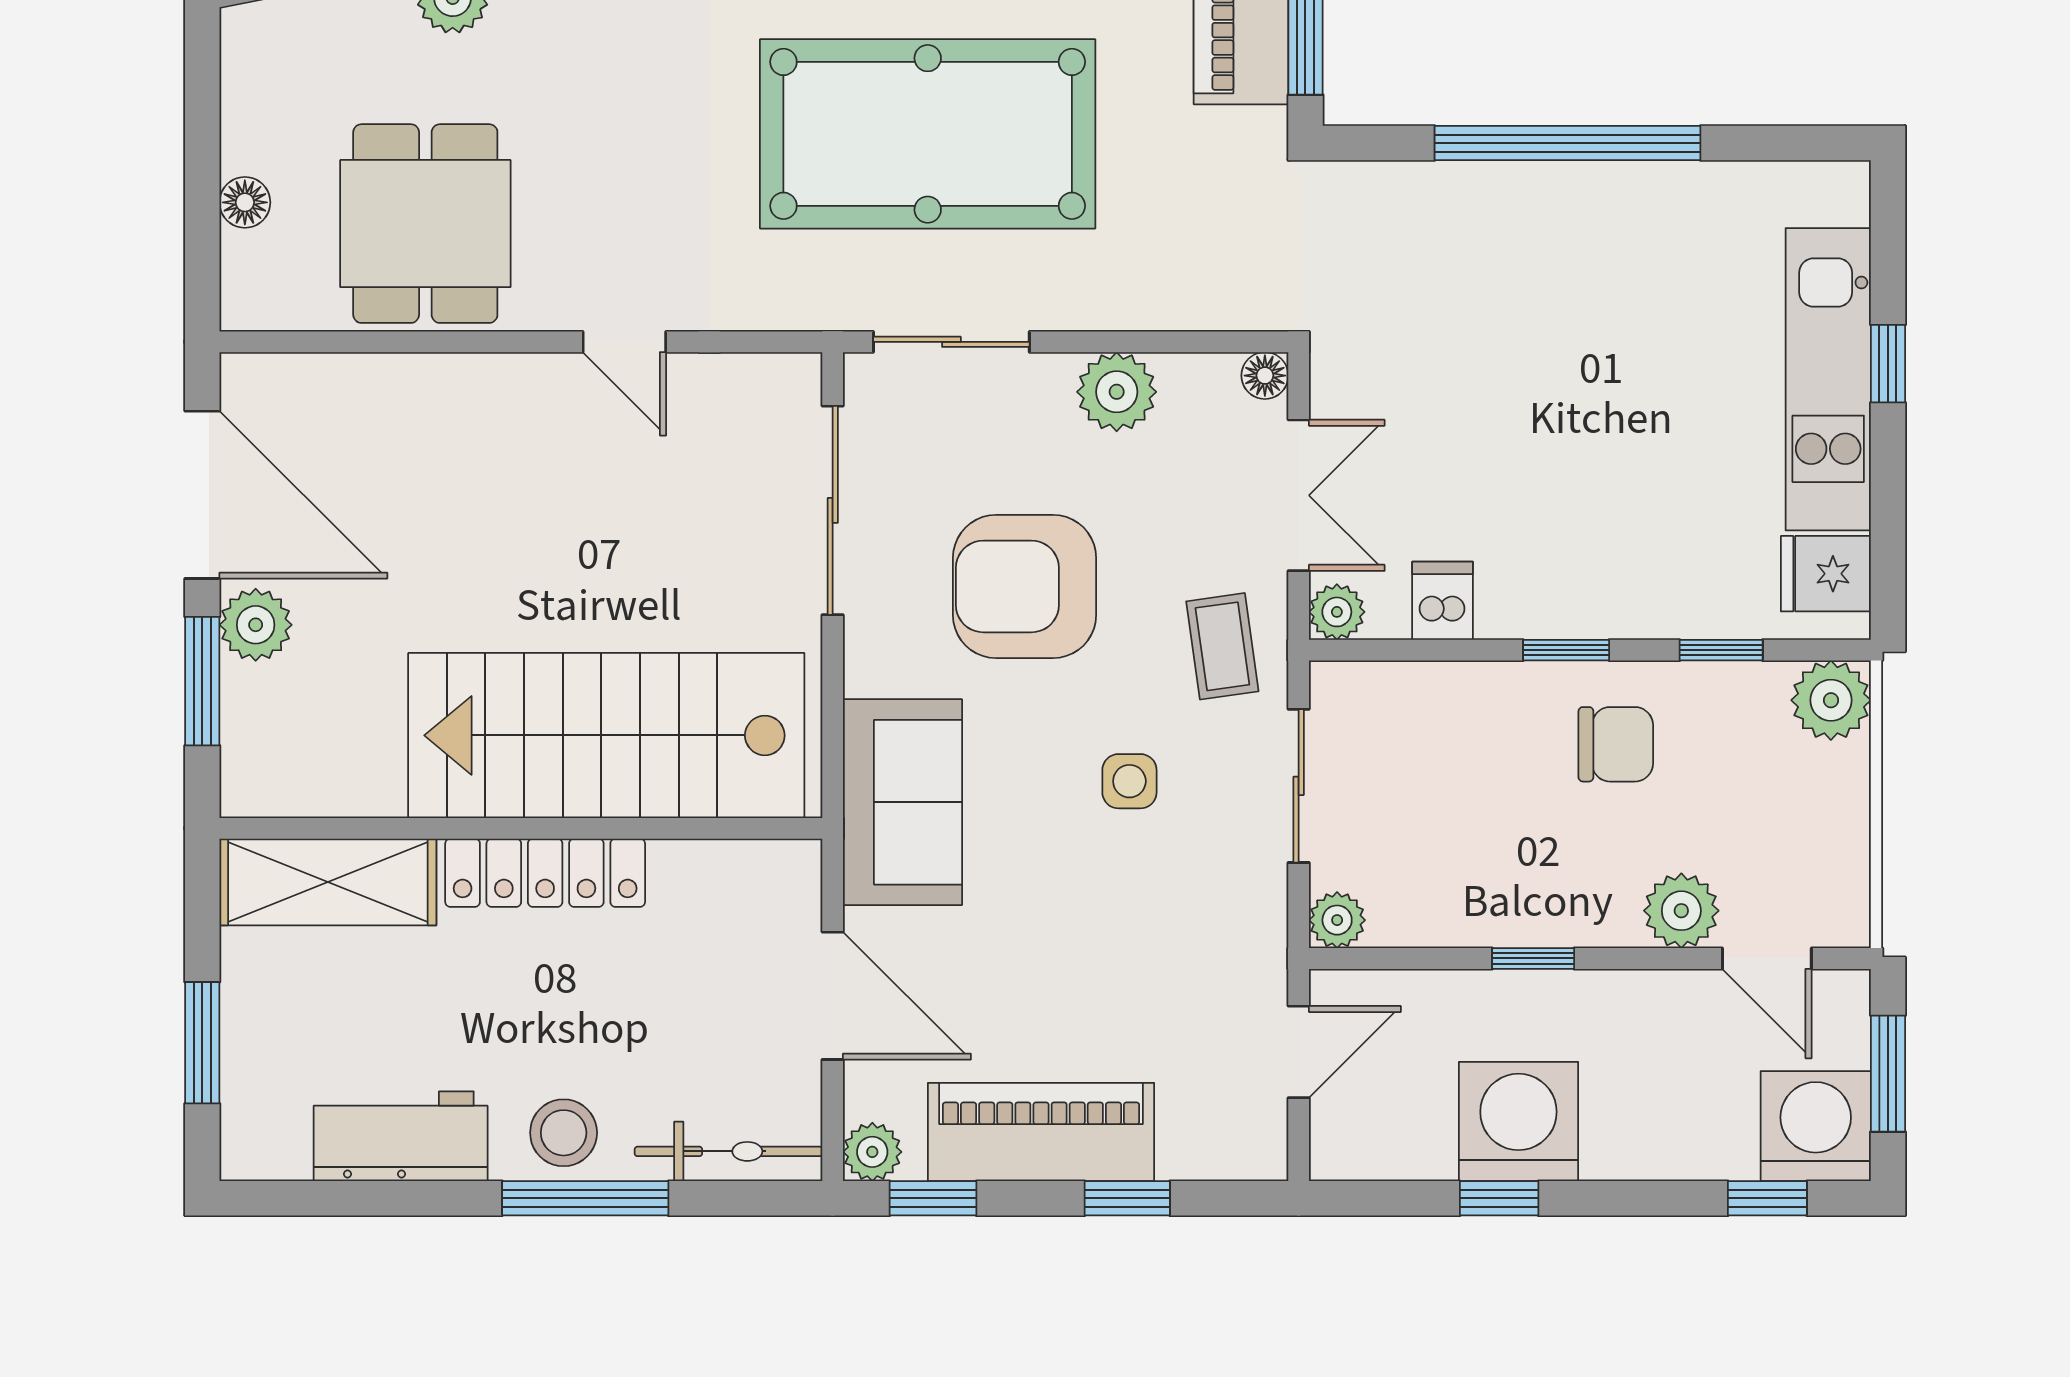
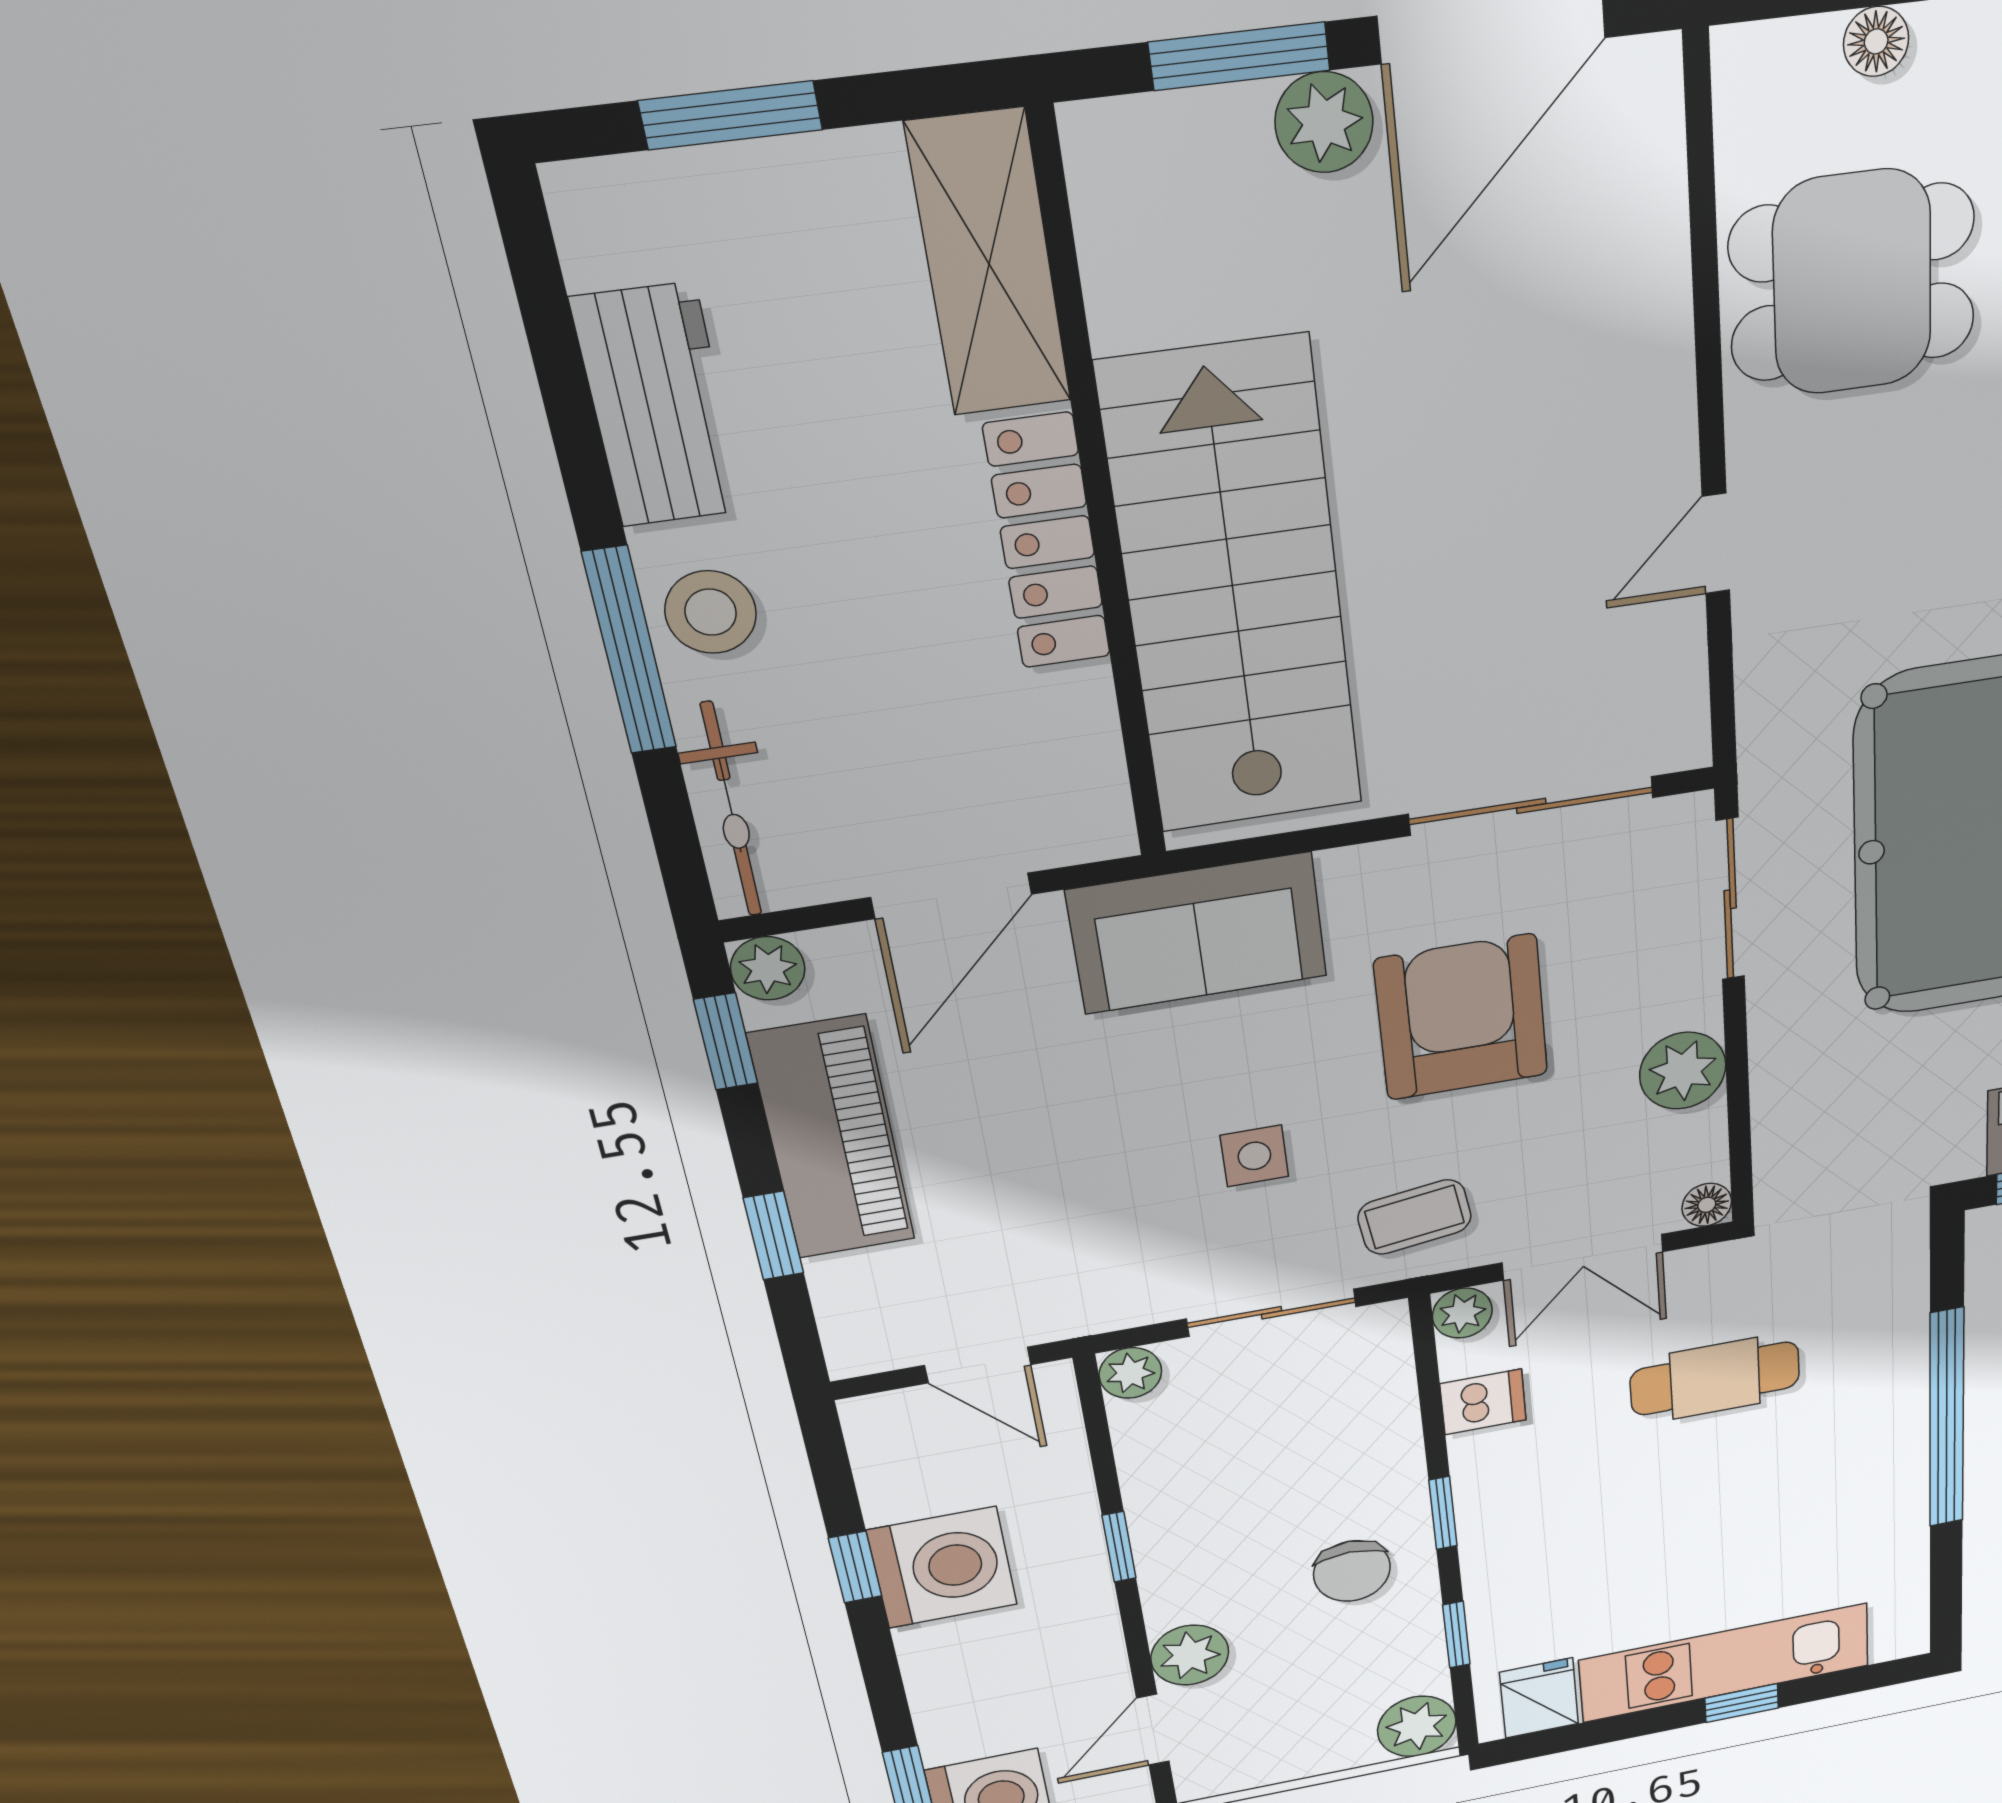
cafe table: (1465, 376) -> (1715, 1378), added

